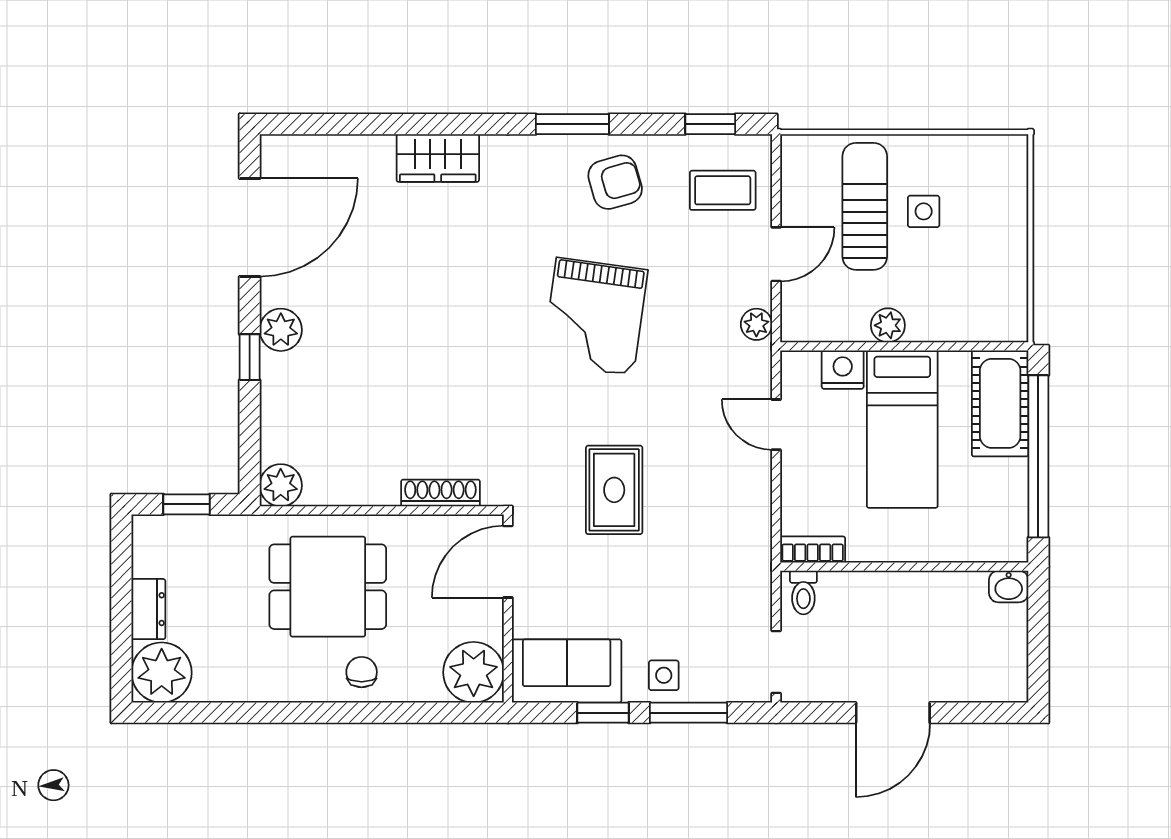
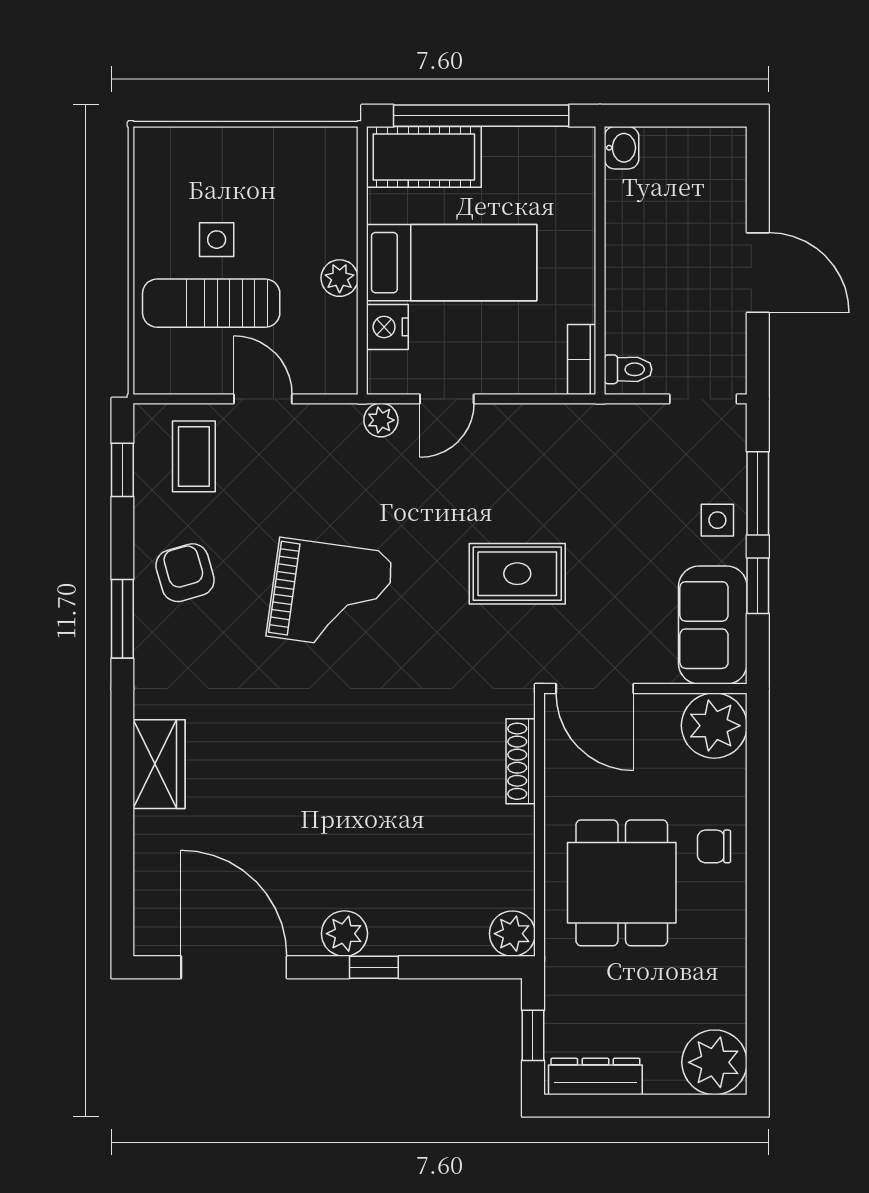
plant: (756, 324) -> (381, 420), moved
dresser: (148, 609) -> (595, 1076), moved, width x1.44

